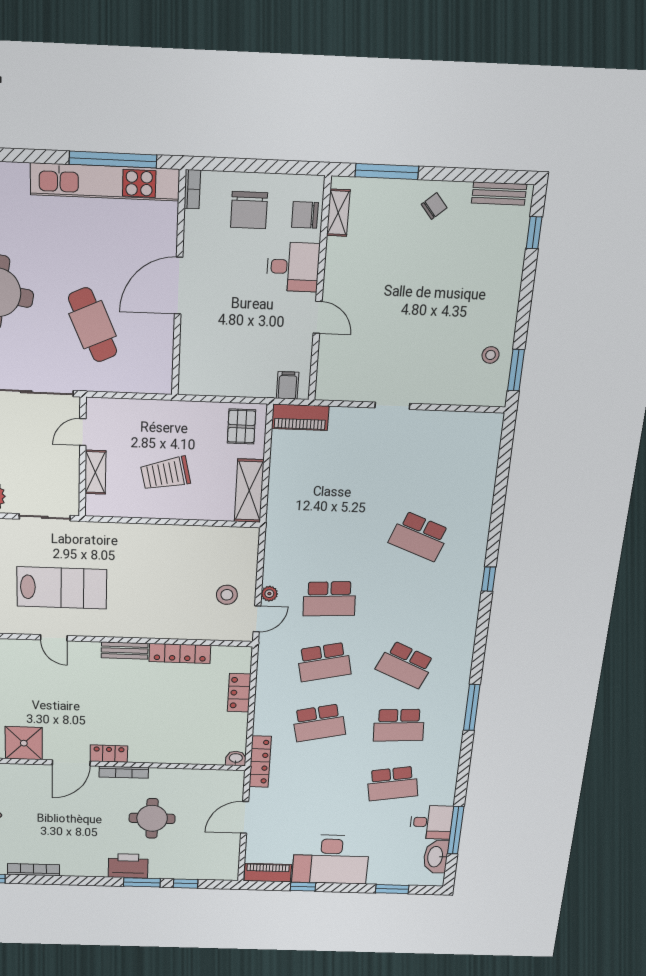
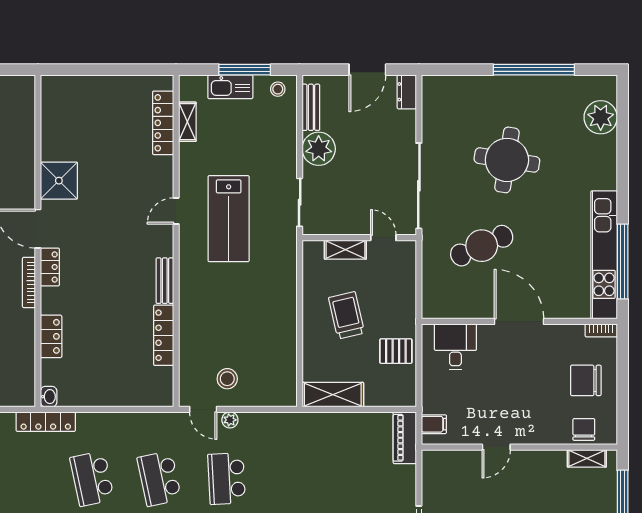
desk: (293, 267) -> (455, 347), moved, turned 180
pallet: (241, 427) -> (396, 351), moved
locker: (239, 693) -> (51, 336), moved, turned 90

